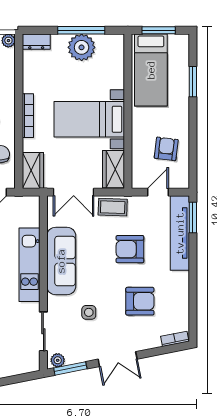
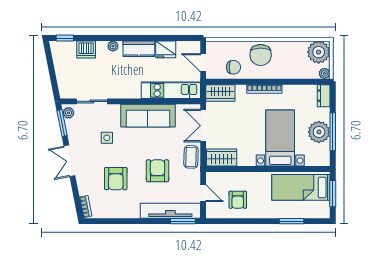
bed with nightstands: (89, 119) -> (280, 138), moved
armchair: (166, 149) -> (238, 200), turned 83
kitchen unit: (29, 265) -> (171, 90), moved

